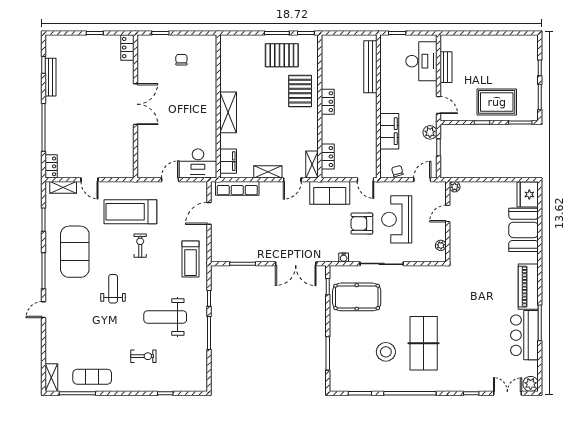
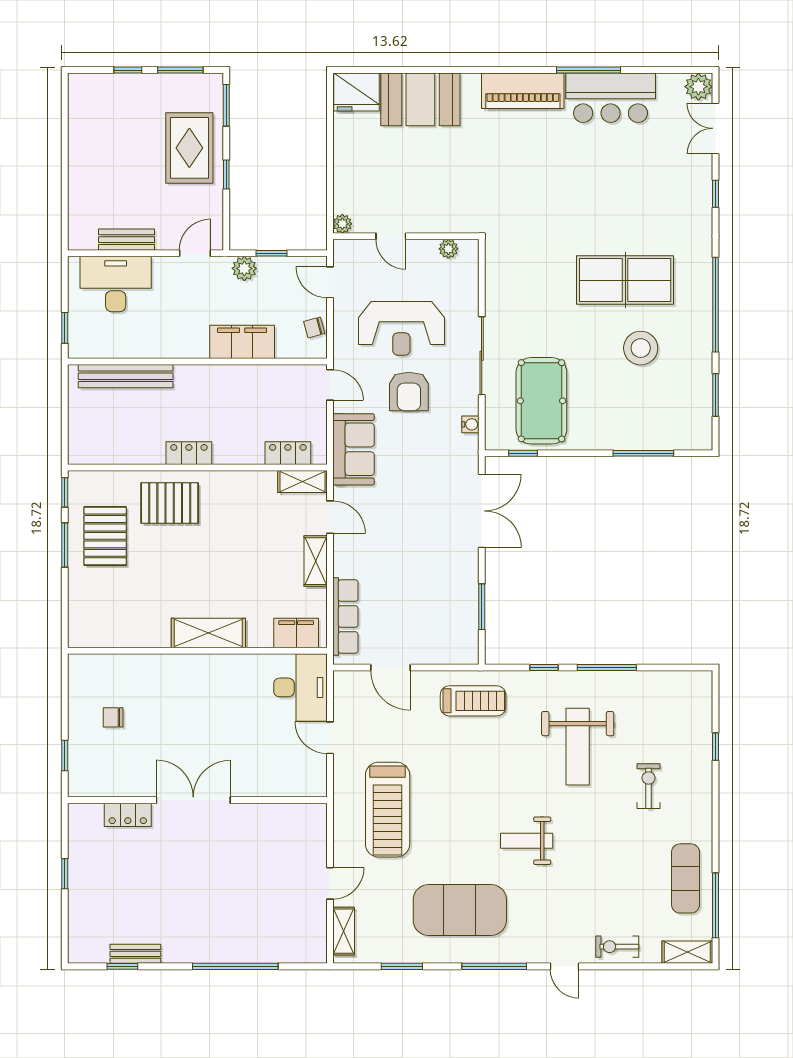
locker: (127, 48) -> (128, 815), moved
bench: (50, 77) -> (135, 954), width x0.73
locker: (51, 166) -> (306, 953), removed
door: (365, 180) -> (330, 385), hinge flipped
exercise bike: (140, 246) -> (617, 947), moved

